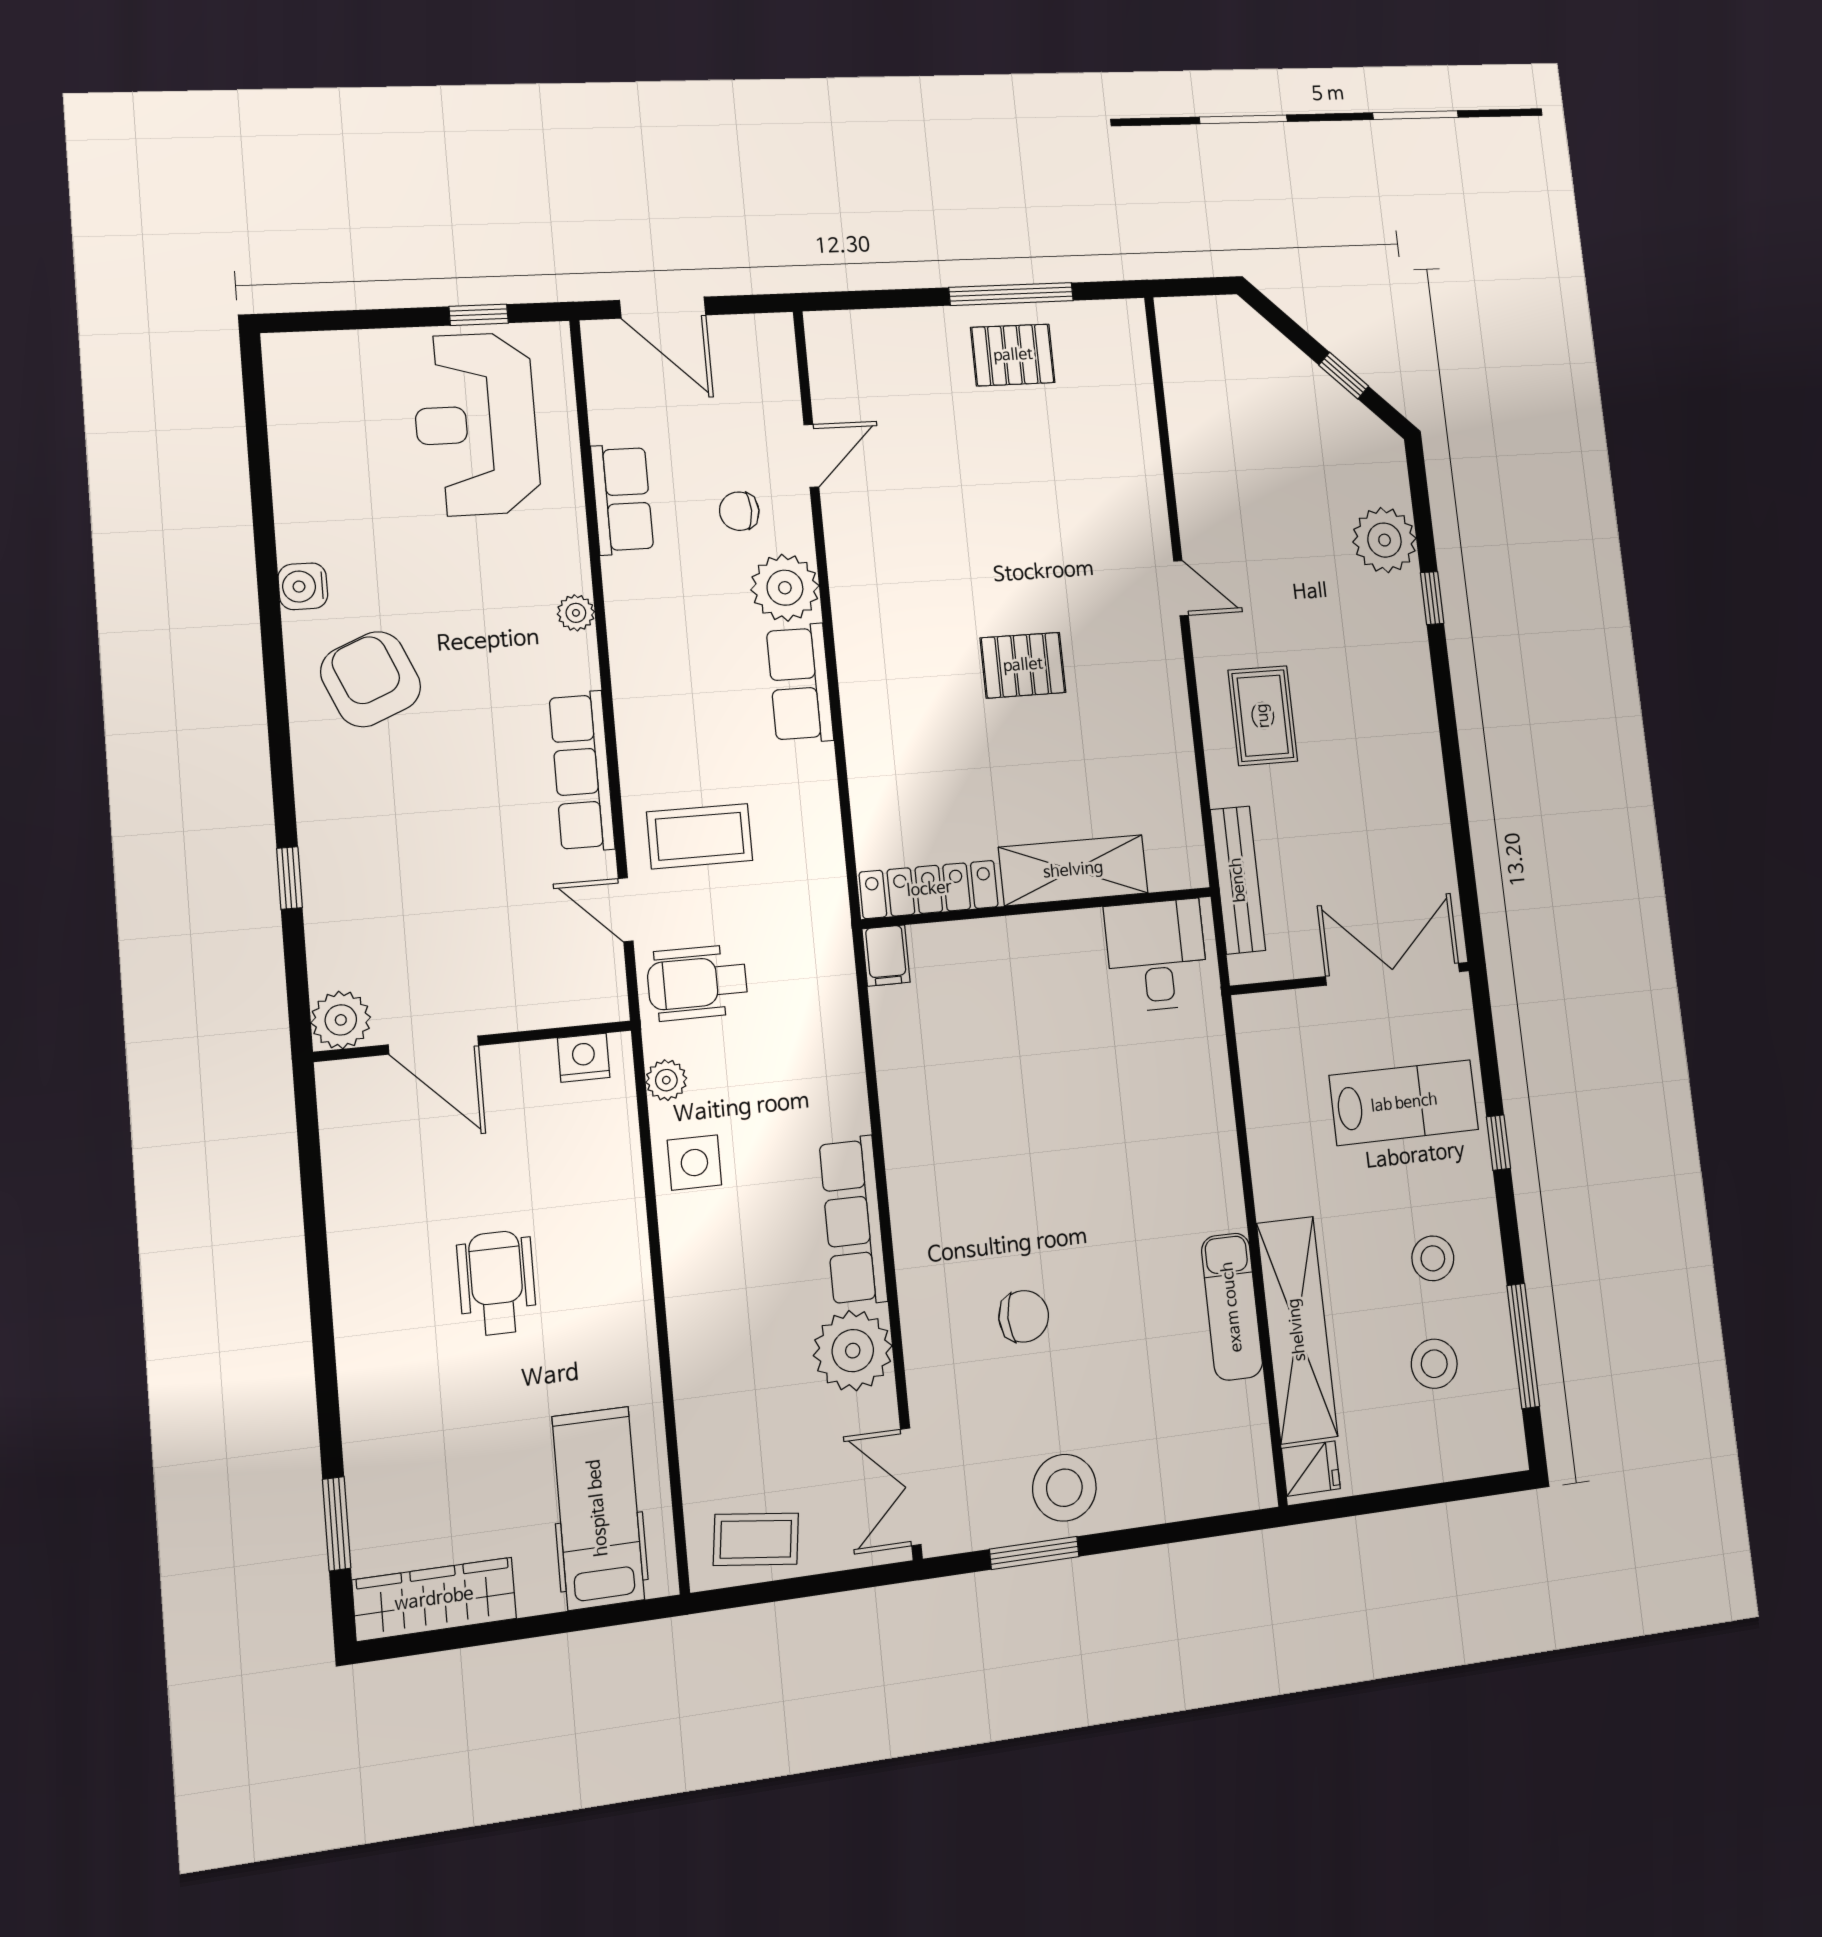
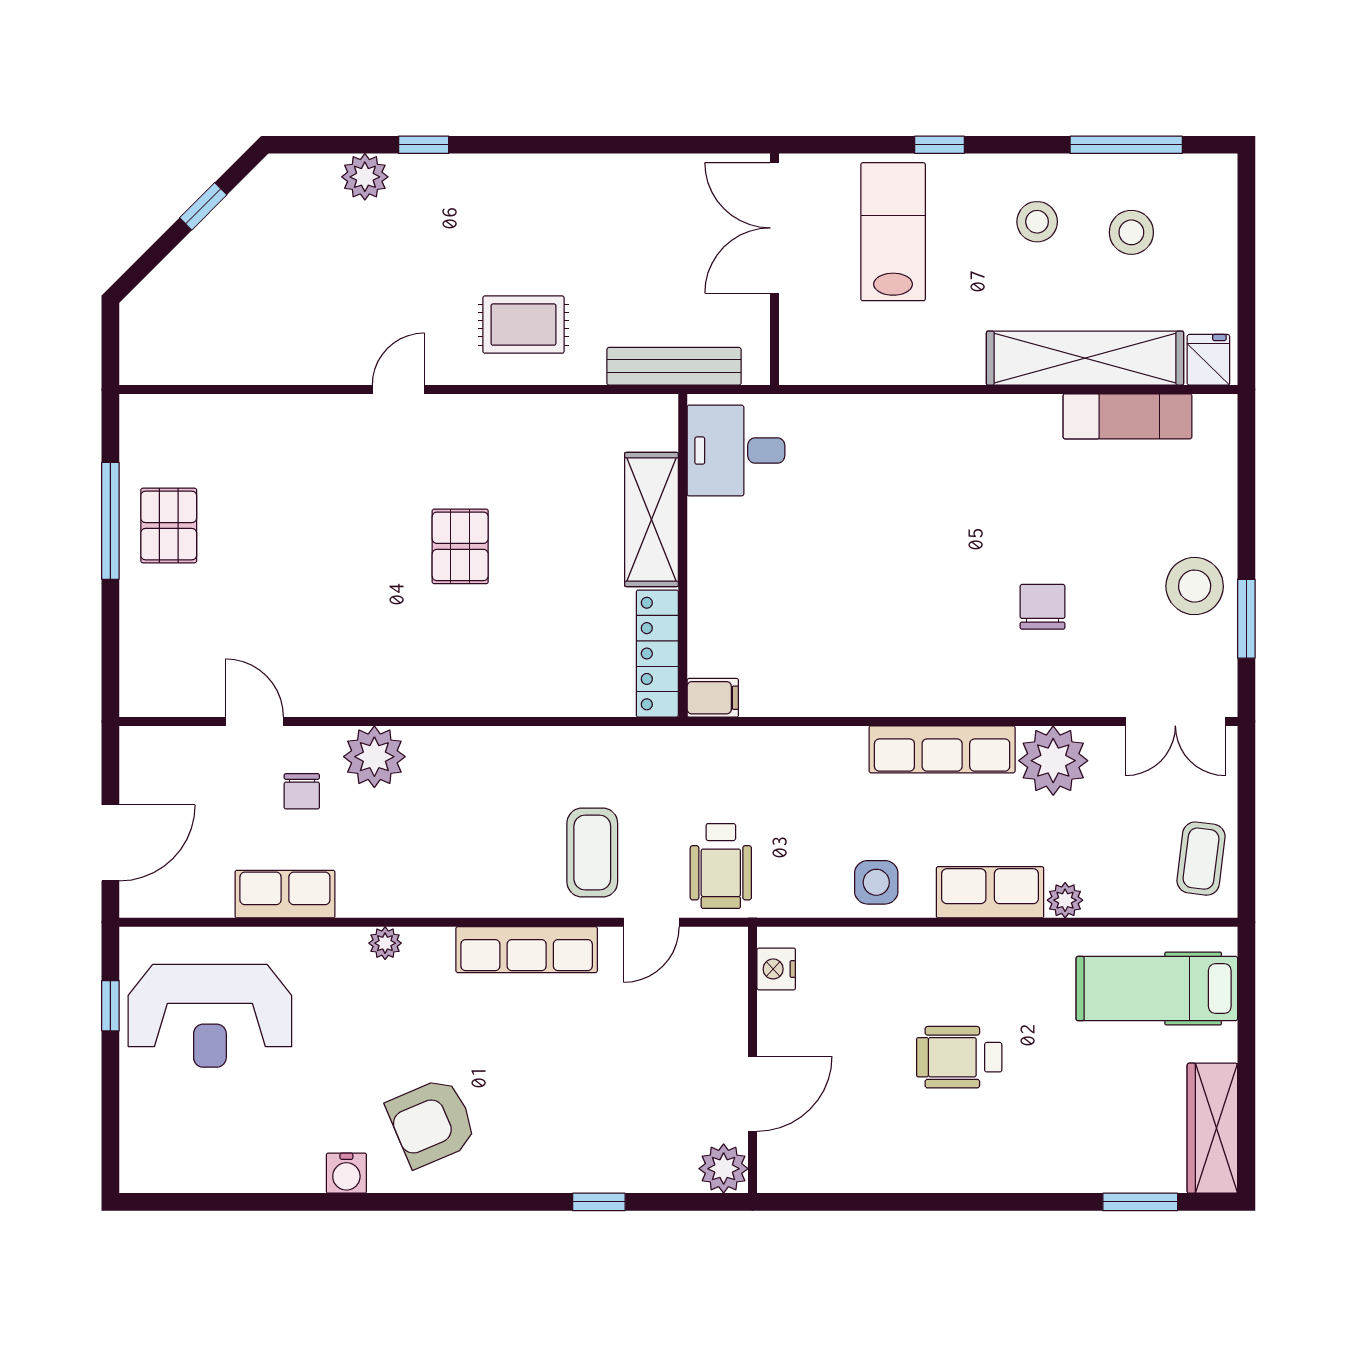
plant: (1385, 540) -> (365, 177), width x0.73, depth x0.73
row of seats: (800, 684) -> (990, 892), moved, turned 180
plant: (666, 1080) -> (1065, 900), moved
exam couch: (1232, 1307) -> (1127, 416), moved

